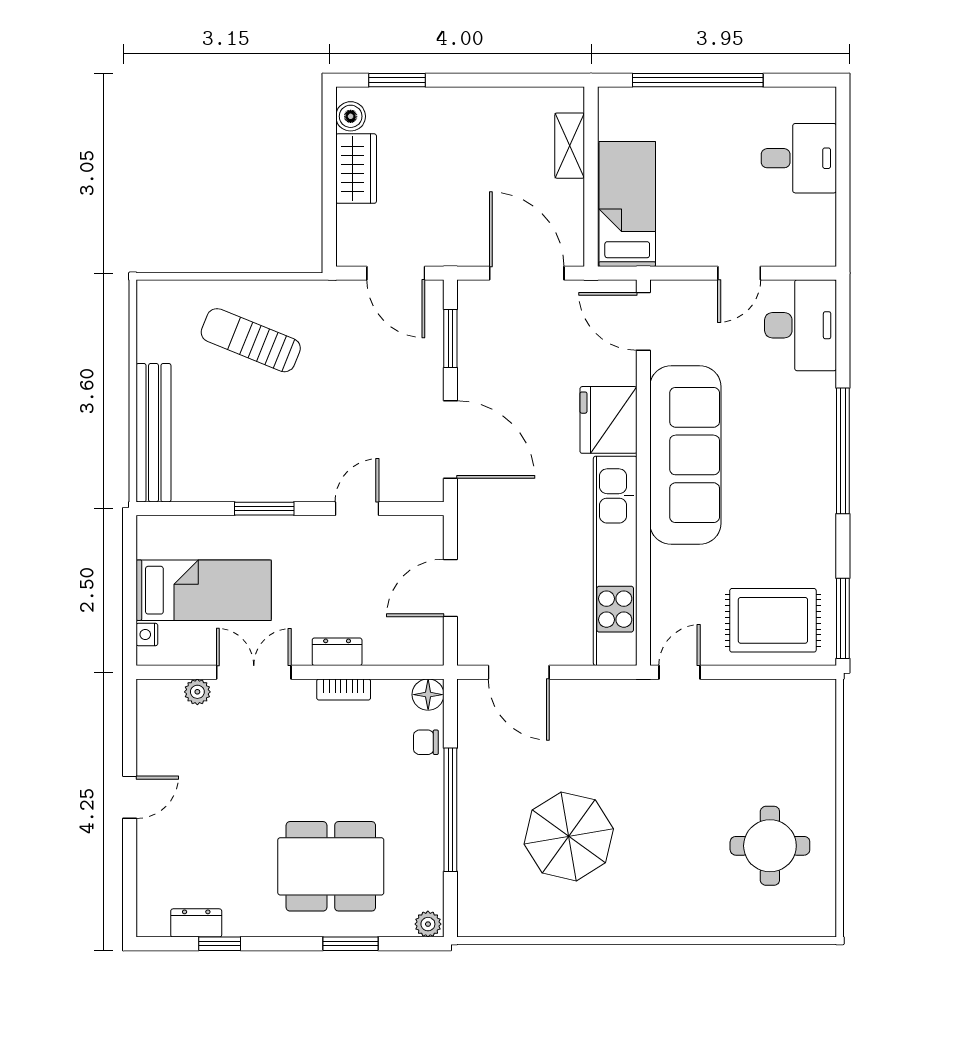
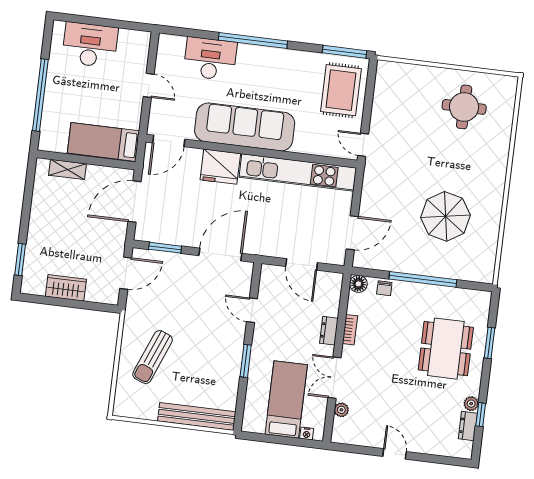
boiler: (351, 116) -> (37, 287), removed
desk: (799, 158) -> (90, 45), width x1.37
desk: (801, 325) -> (210, 59), moved
plant: (428, 924) -> (471, 404), moved

